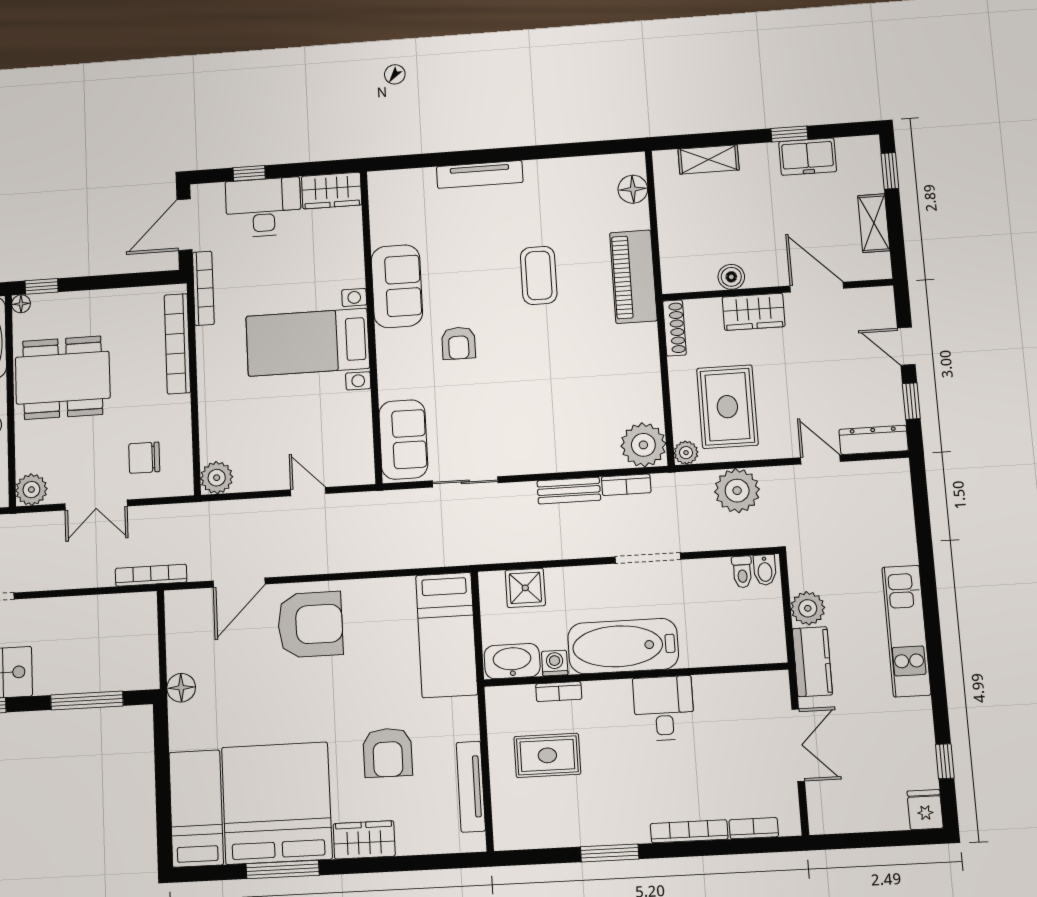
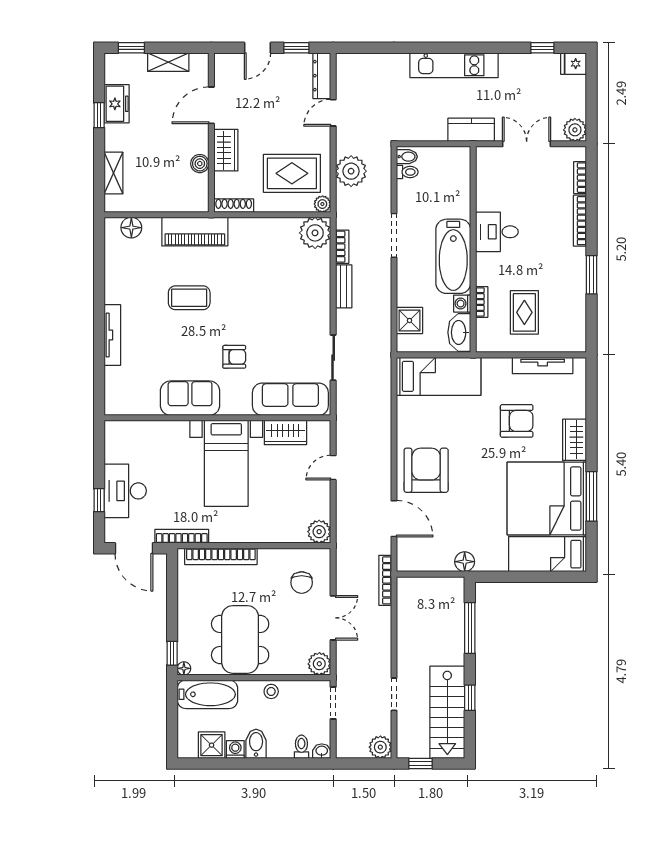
wardrobe: (332, 191) -> (285, 432), moved, turned 90
sofa: (403, 440) -> (290, 399), width x1.36
plant: (808, 608) -> (575, 130), moved

